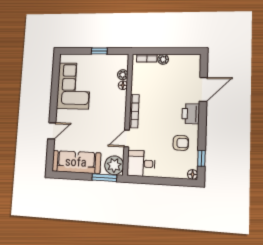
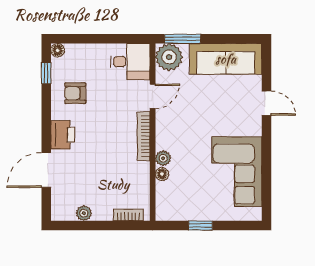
plant: (163, 59) -> (84, 213), moved
plant: (123, 75) -> (163, 158), moved
door: (52, 131) -> (266, 103), swing flipped

